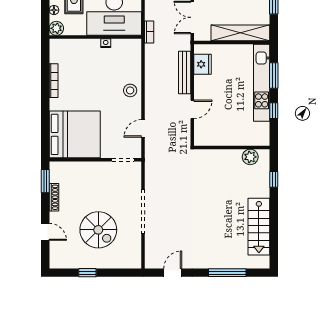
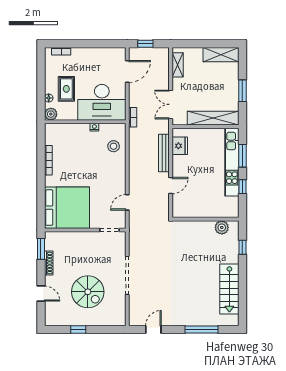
stool: (130, 90) -> (114, 146), moved

